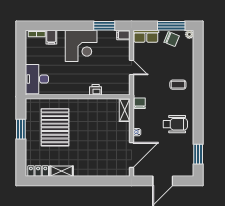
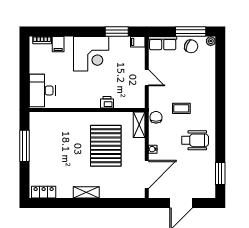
coffee table: (178, 85) -> (181, 108), moved
pallet: (55, 127) -> (106, 146), moved
window: (21, 129) -> (25, 146), width x1.44
shelving: (62, 171) -> (86, 192), moved

